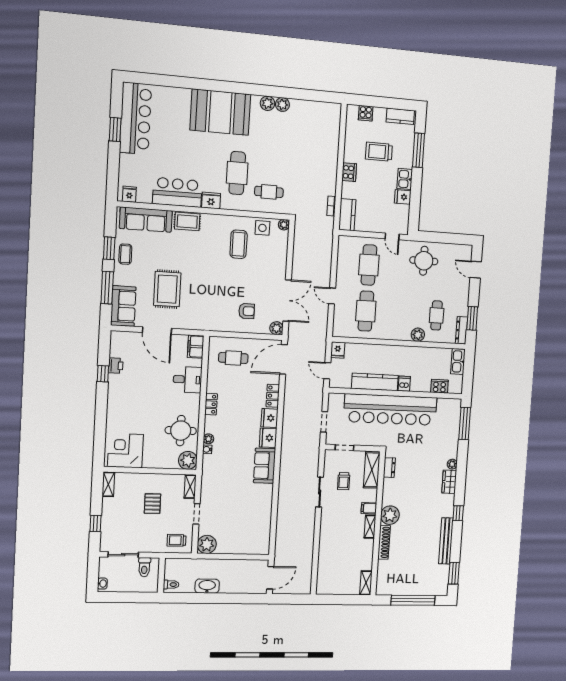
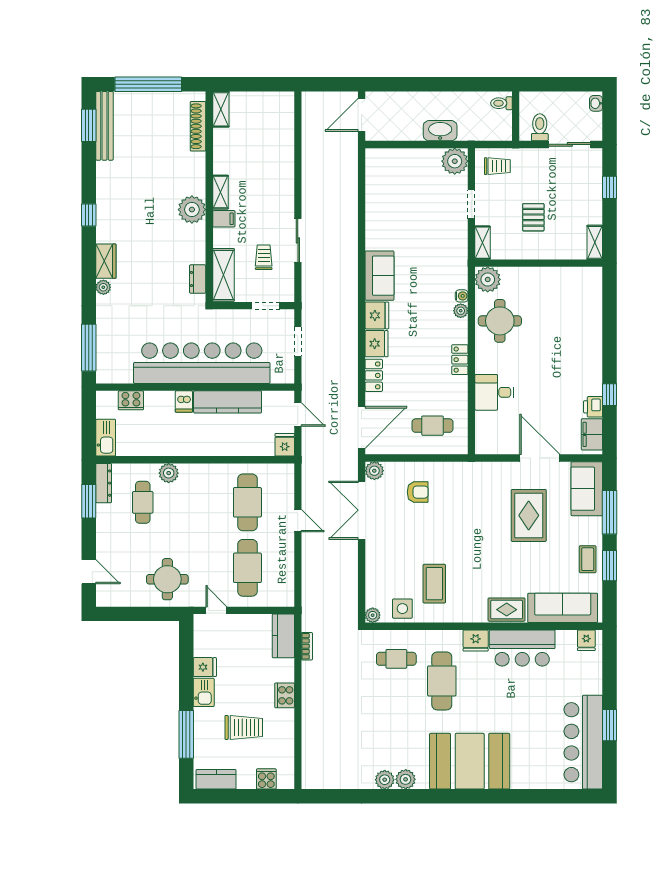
armchair: (247, 311) -> (418, 492), turned 180
filing cabinet: (196, 347) -> (592, 434), moved, turned 180
corner desk: (125, 451) -> (574, 290), removed
bench: (446, 541) -> (104, 126), moved
shoe rack: (384, 542) -> (198, 126), moved
washbasin: (207, 586) -> (440, 131), moved, turned 180

